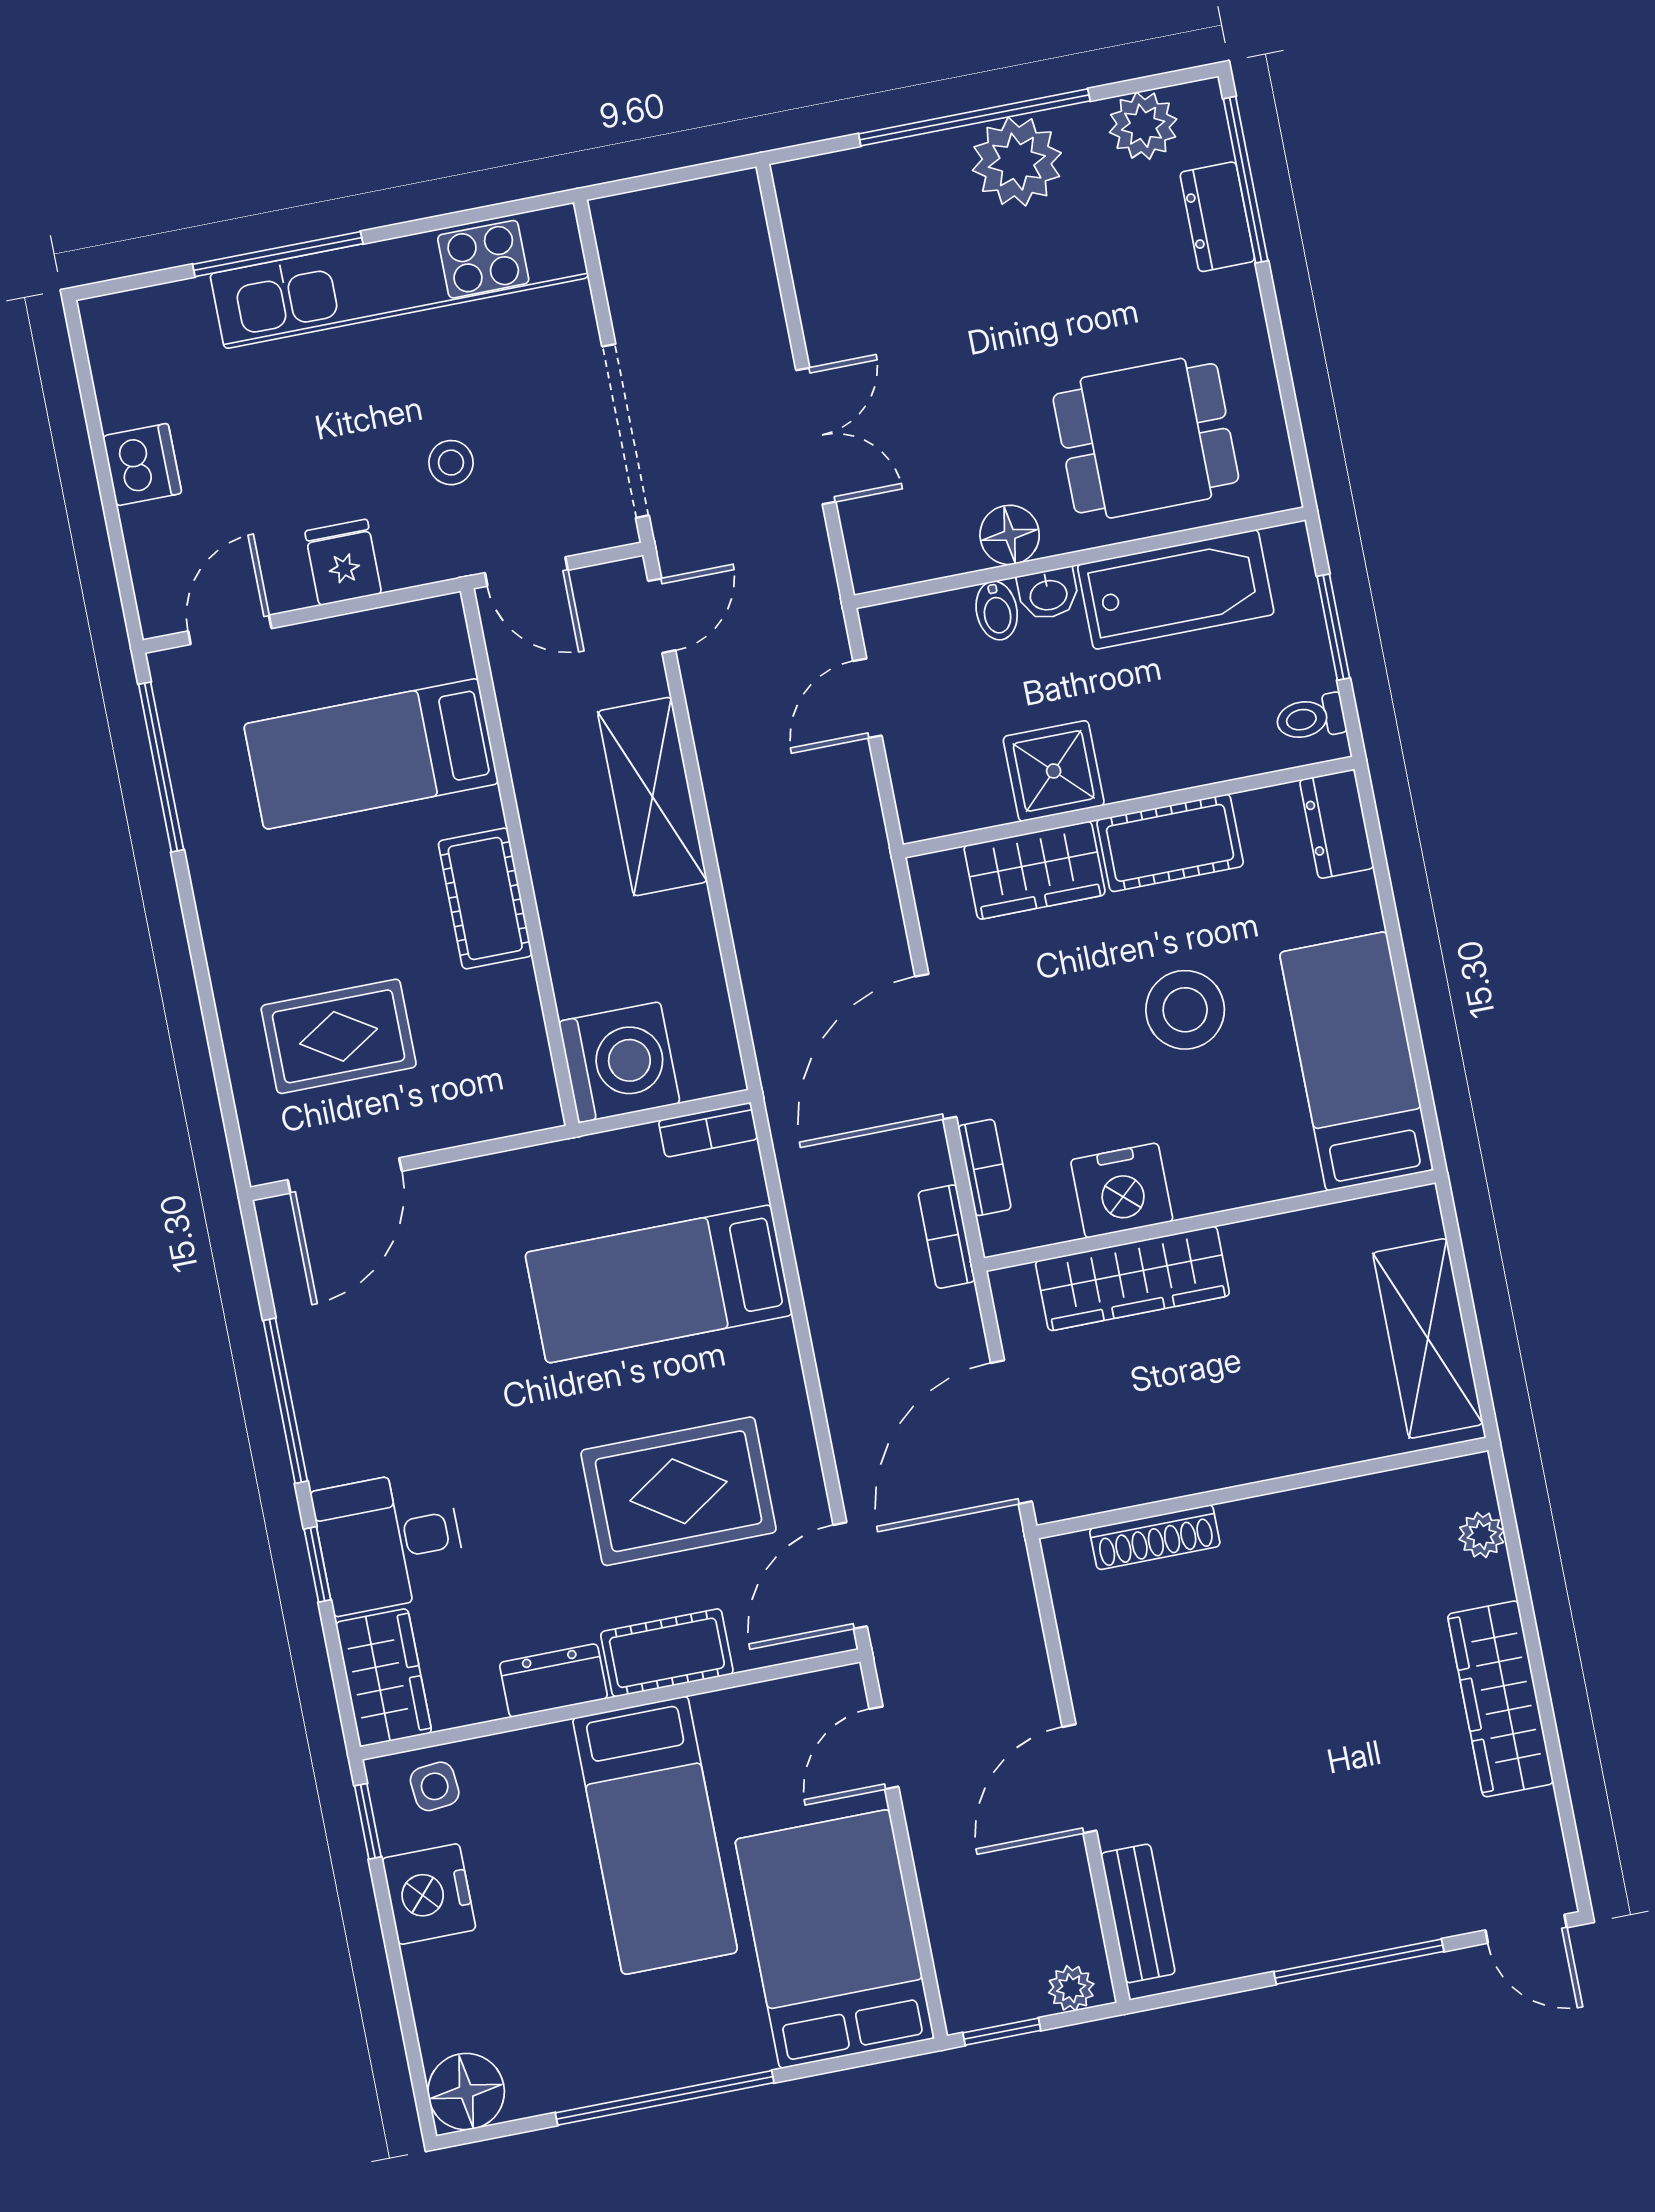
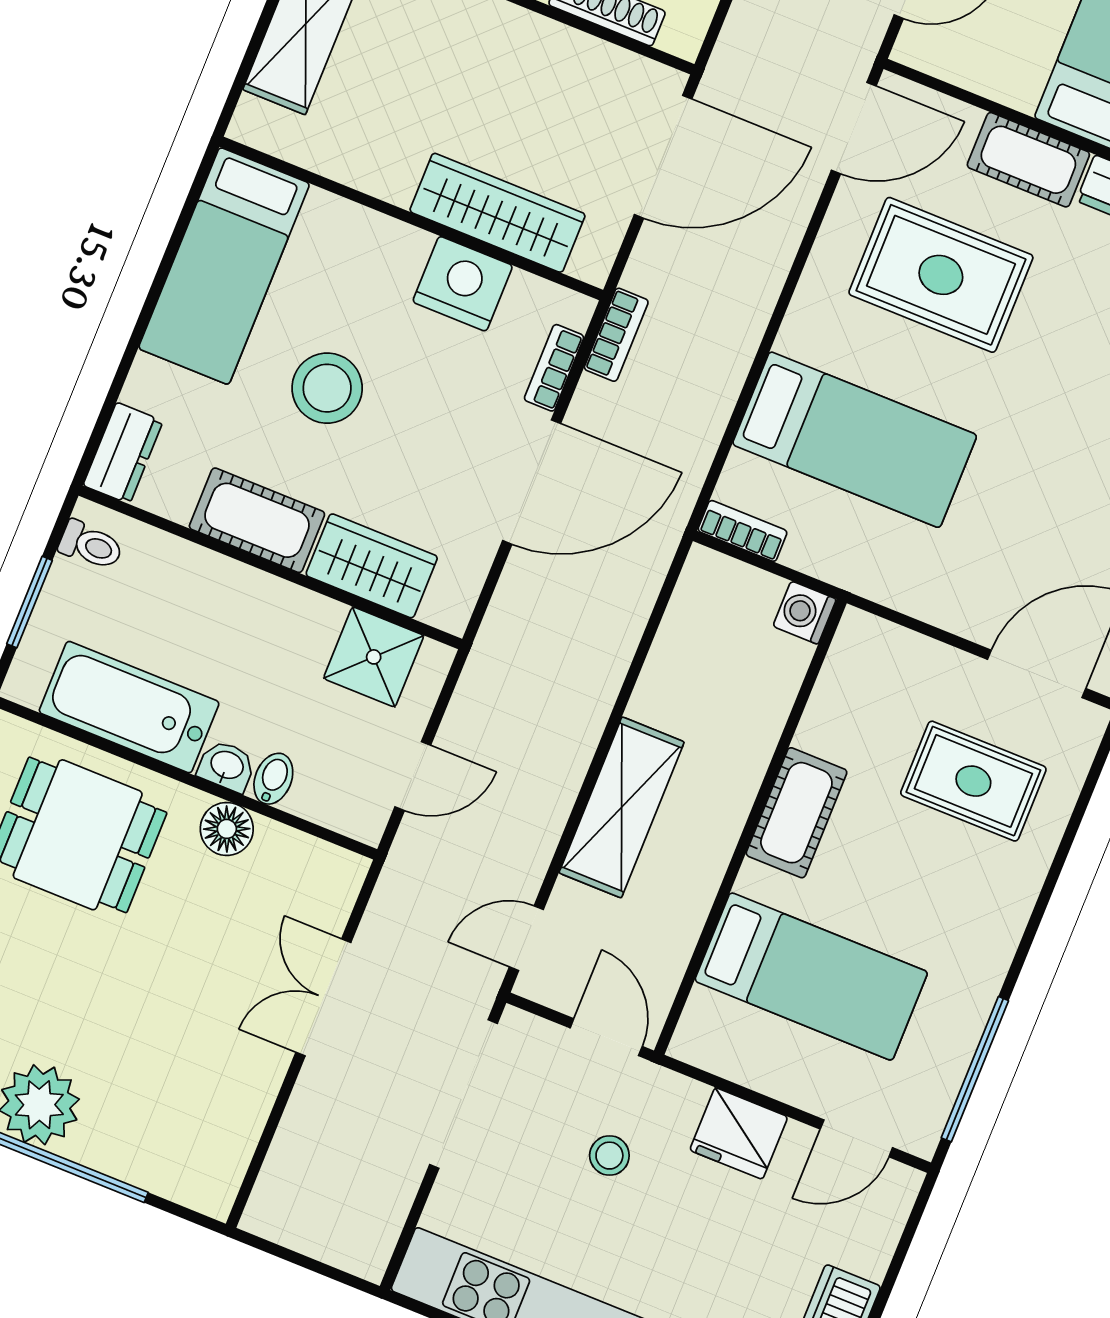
fridge: (343, 562) -> (739, 1133), width x1.38
shower: (1054, 771) -> (374, 657), moved
washing machine: (619, 1062) -> (805, 613), width x0.53, depth x0.53

